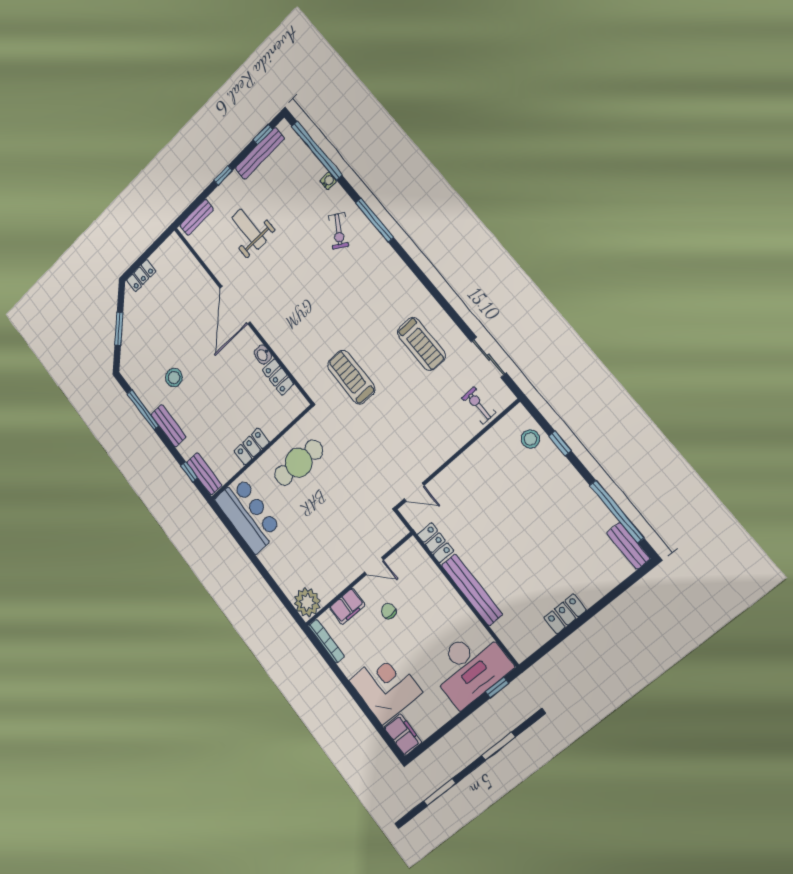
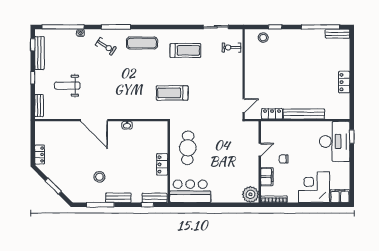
exercise mat: (382, 275) -> (142, 43), added
locker: (278, 377) -> (143, 126), removed

